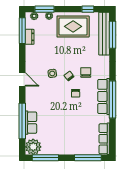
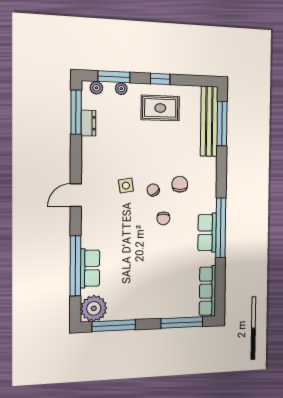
window: (88, 9) -> (160, 79), moved
rug: (73, 26) -> (160, 108), width x0.73, depth x0.70
door: (22, 79) -> (76, 195), swing flipped
row of seats: (104, 96) -> (207, 233), width x0.68

